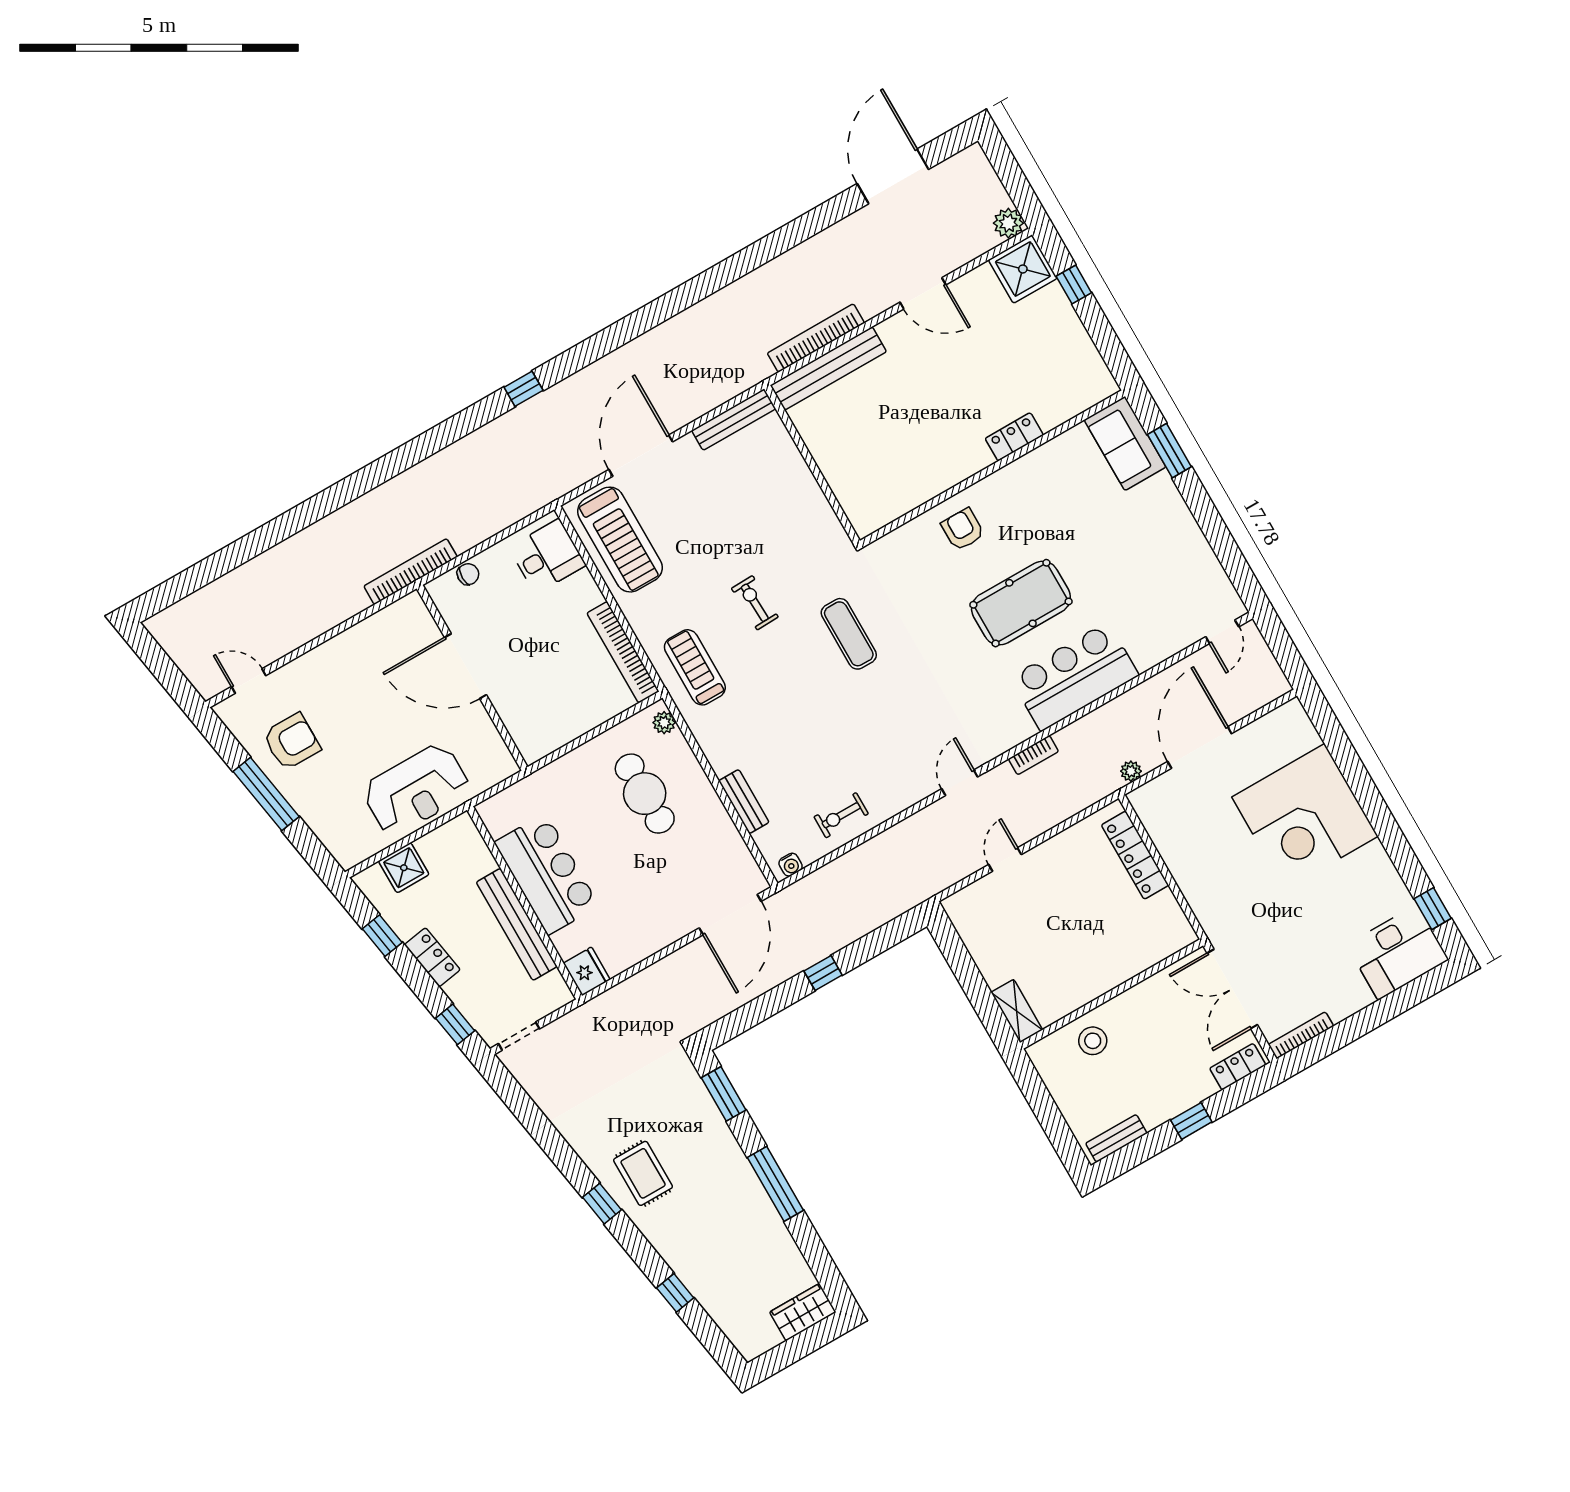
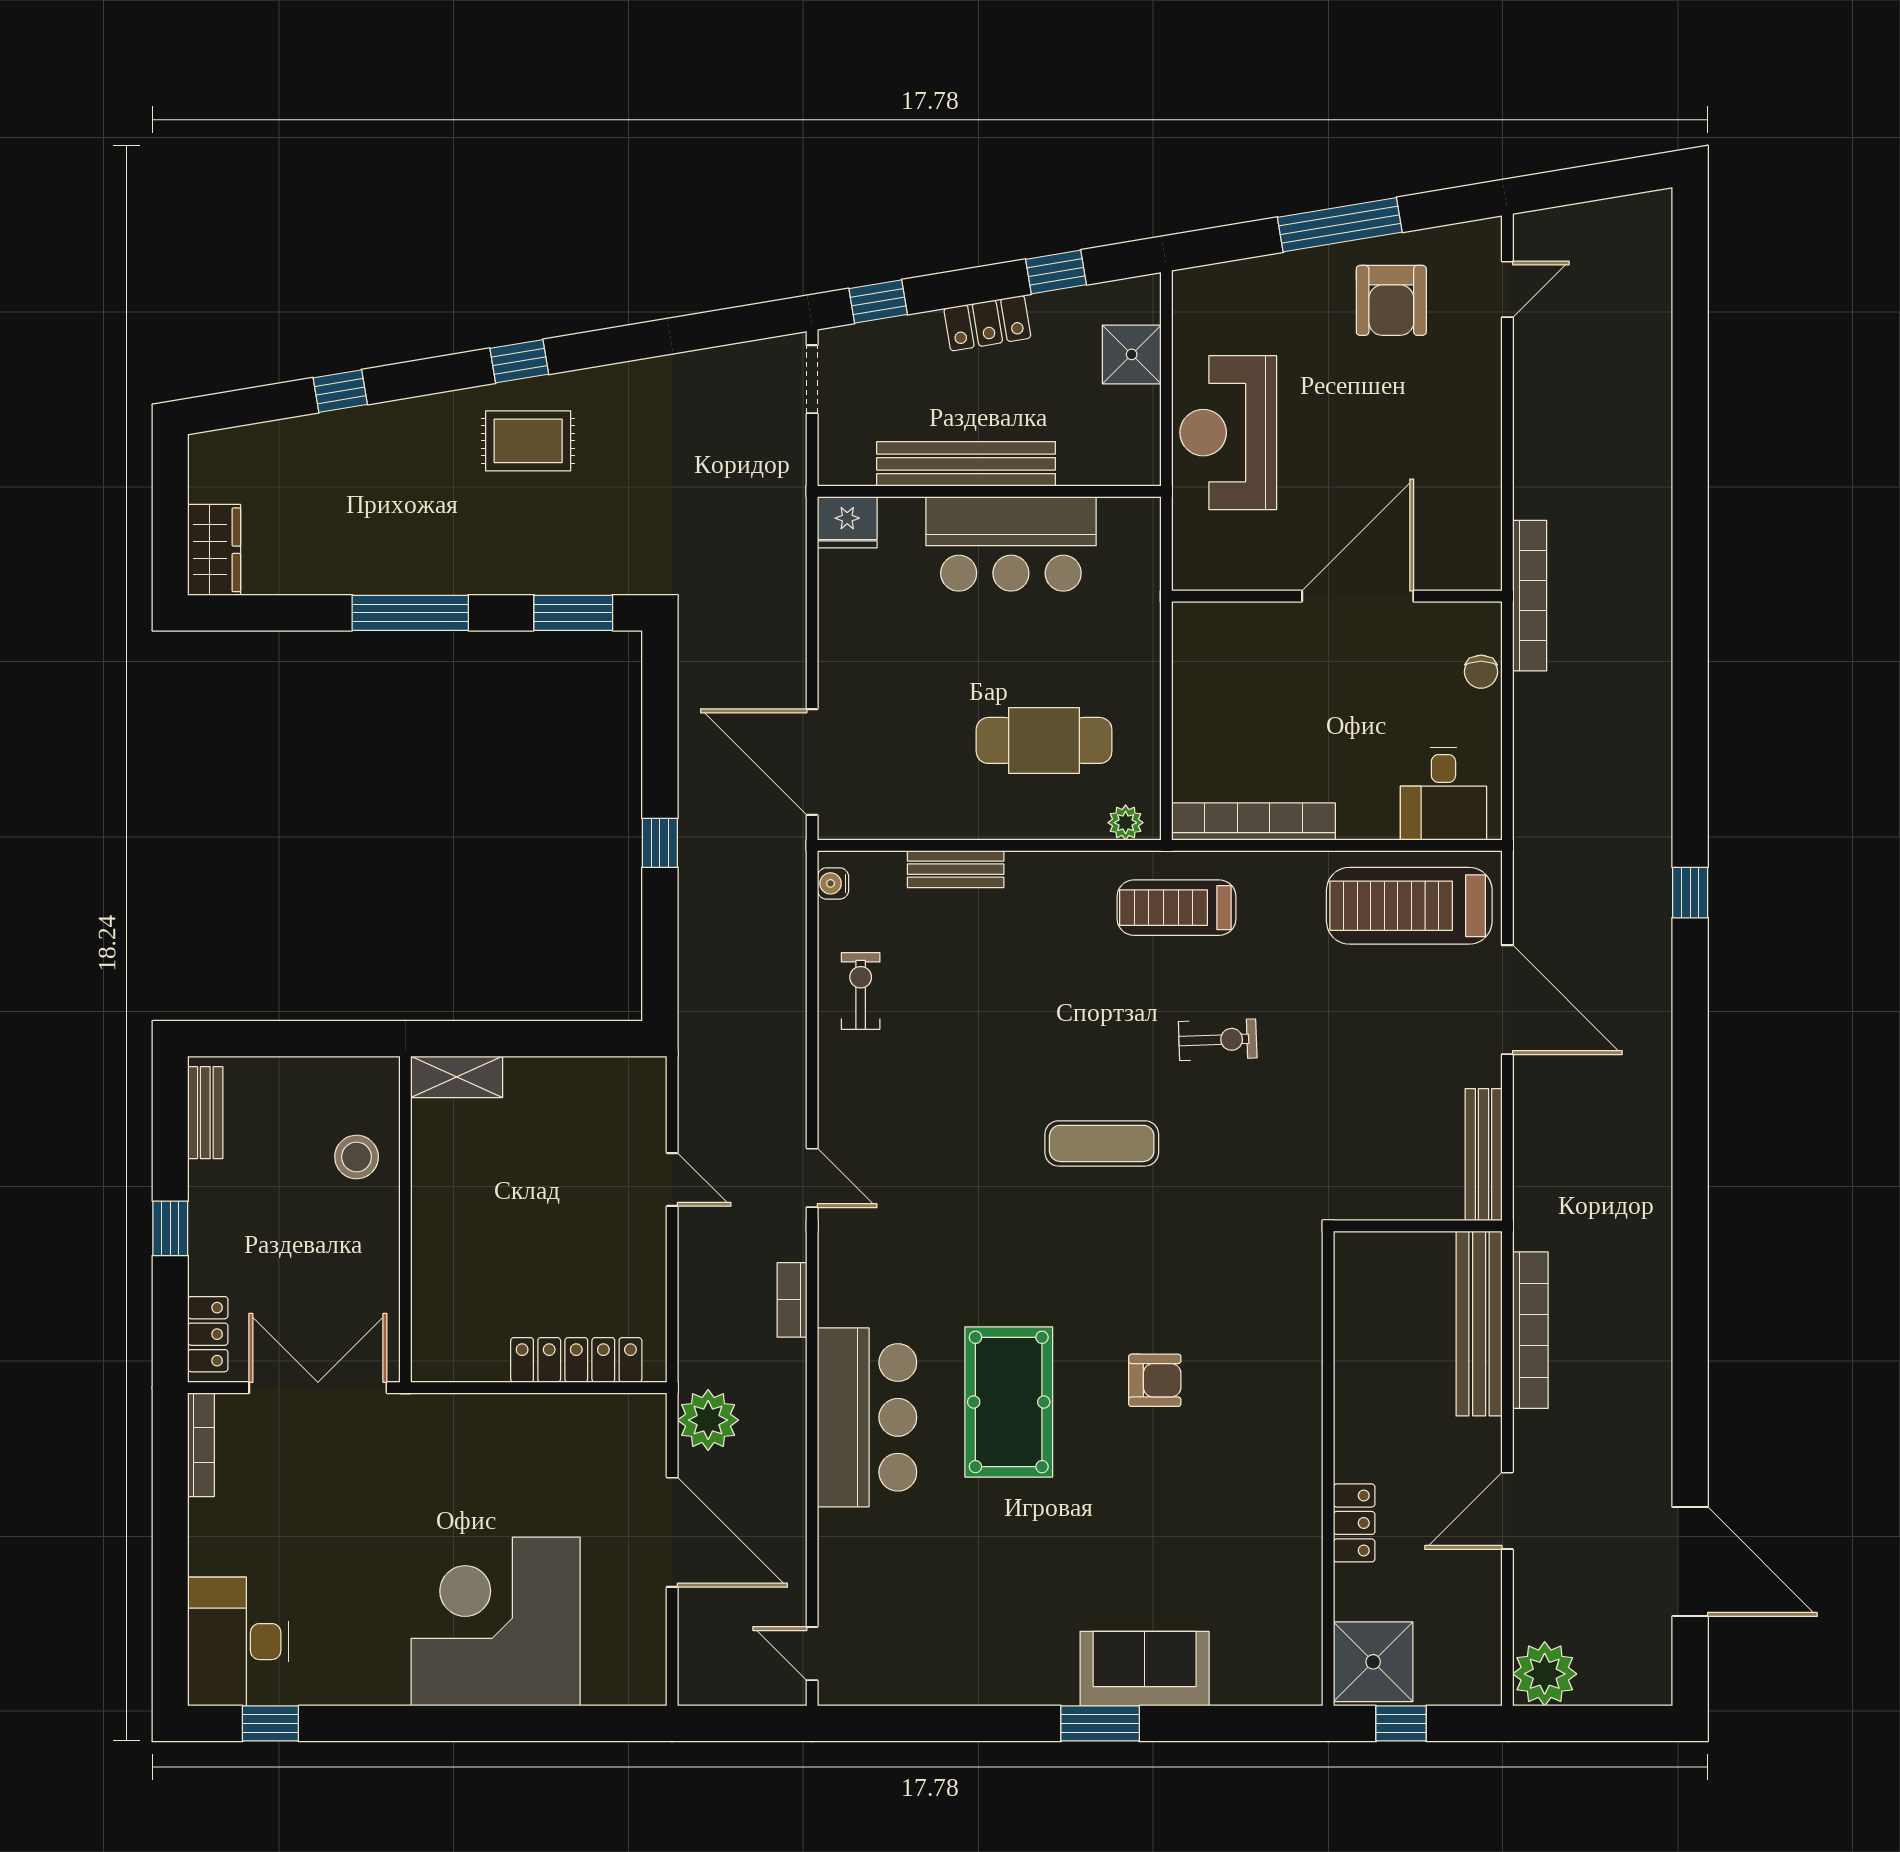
plant: (1008, 223) -> (1545, 1674), width x1.36, depth x1.36
shower: (1023, 269) -> (1373, 1662), moved
locker: (1014, 437) -> (1354, 1523), moved
wall: (992, 468) -> (1328, 1468), moved
treadmill: (695, 667) -> (1177, 908), turned 180
plant: (1131, 771) -> (708, 1420), width x1.88, depth x1.88

